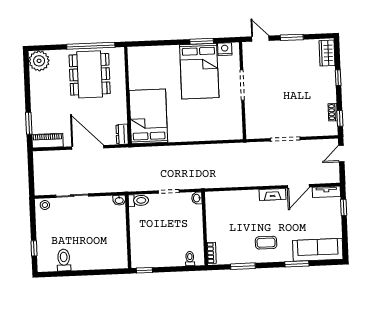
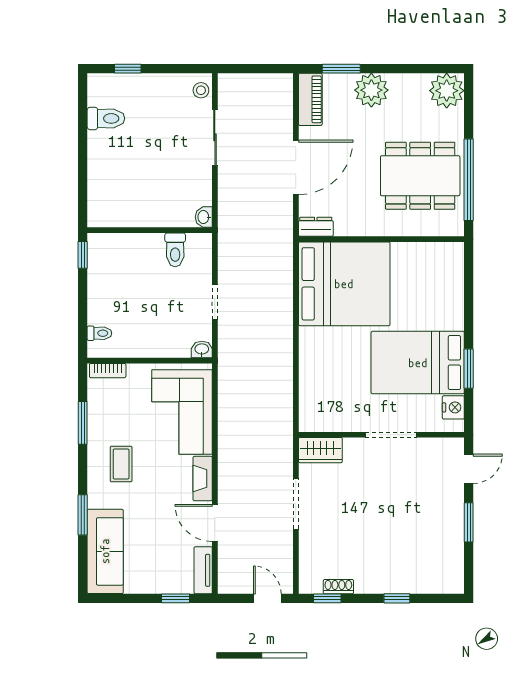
wardrobe: (327, 53) -> (320, 450), moved, turned 180
plant: (41, 105) -> (371, 90), added
bed: (148, 116) -> (344, 284), width x1.36
toilet: (138, 200) -> (175, 250), moved
corner sofa: (234, 208) -> (182, 412), added

